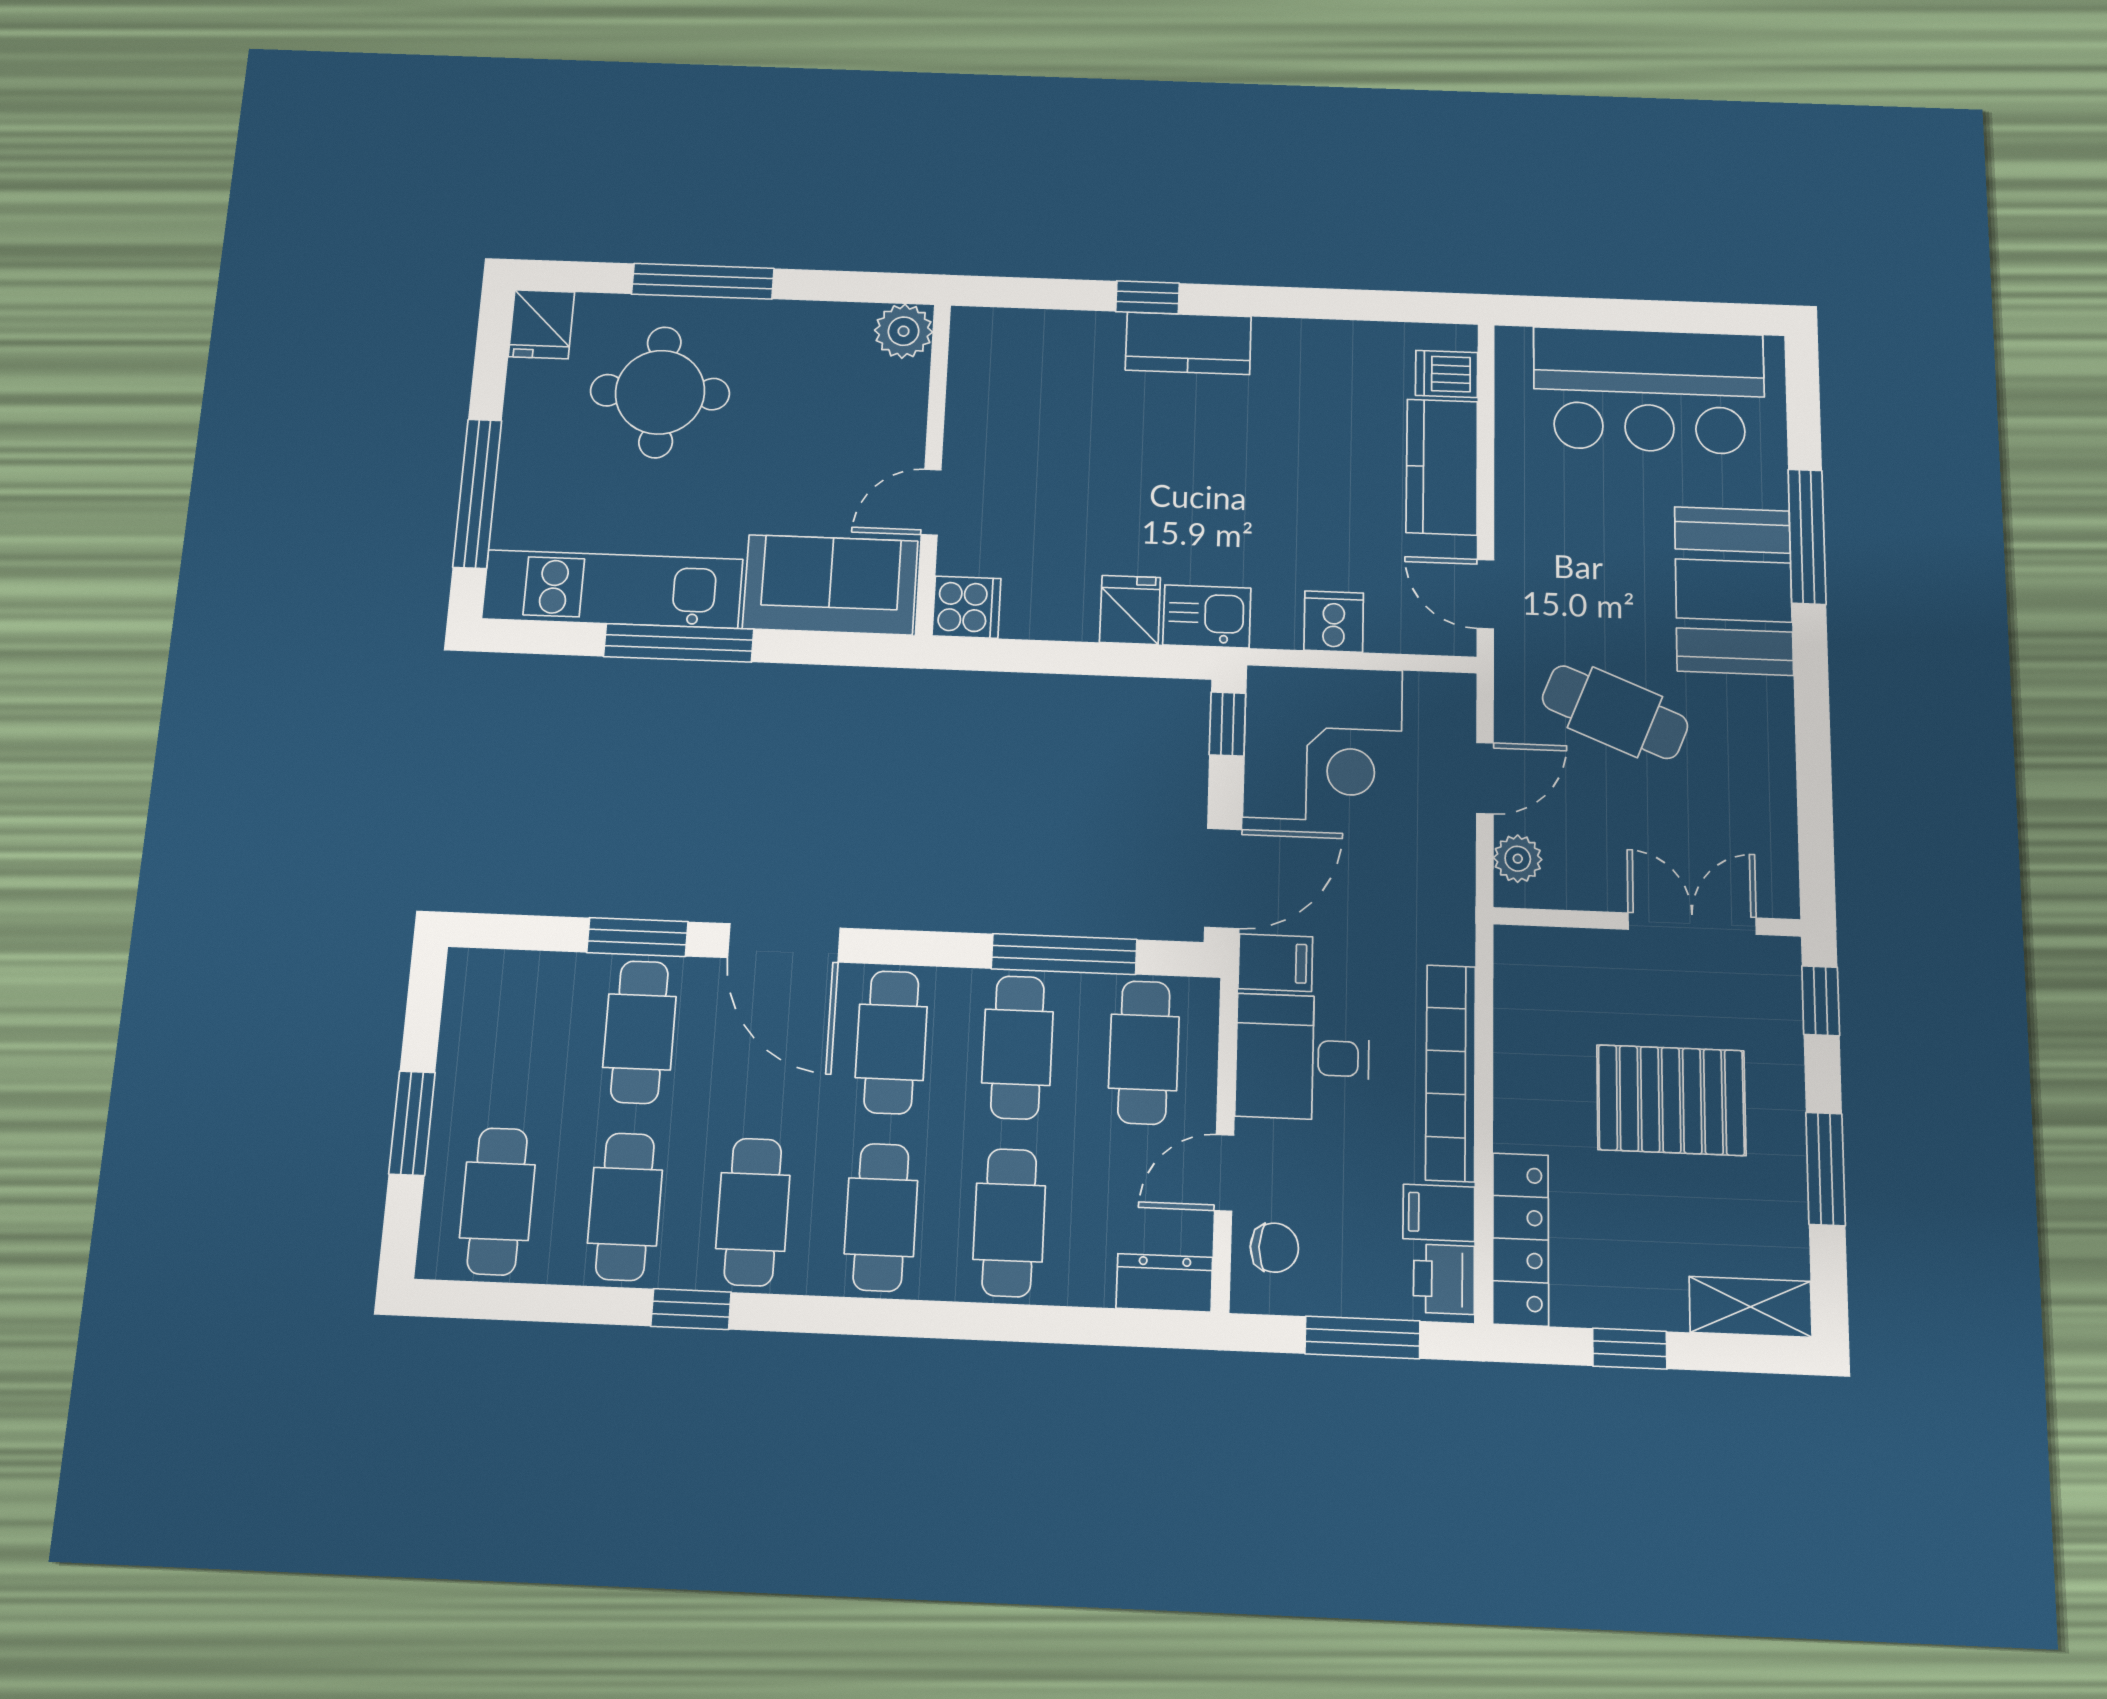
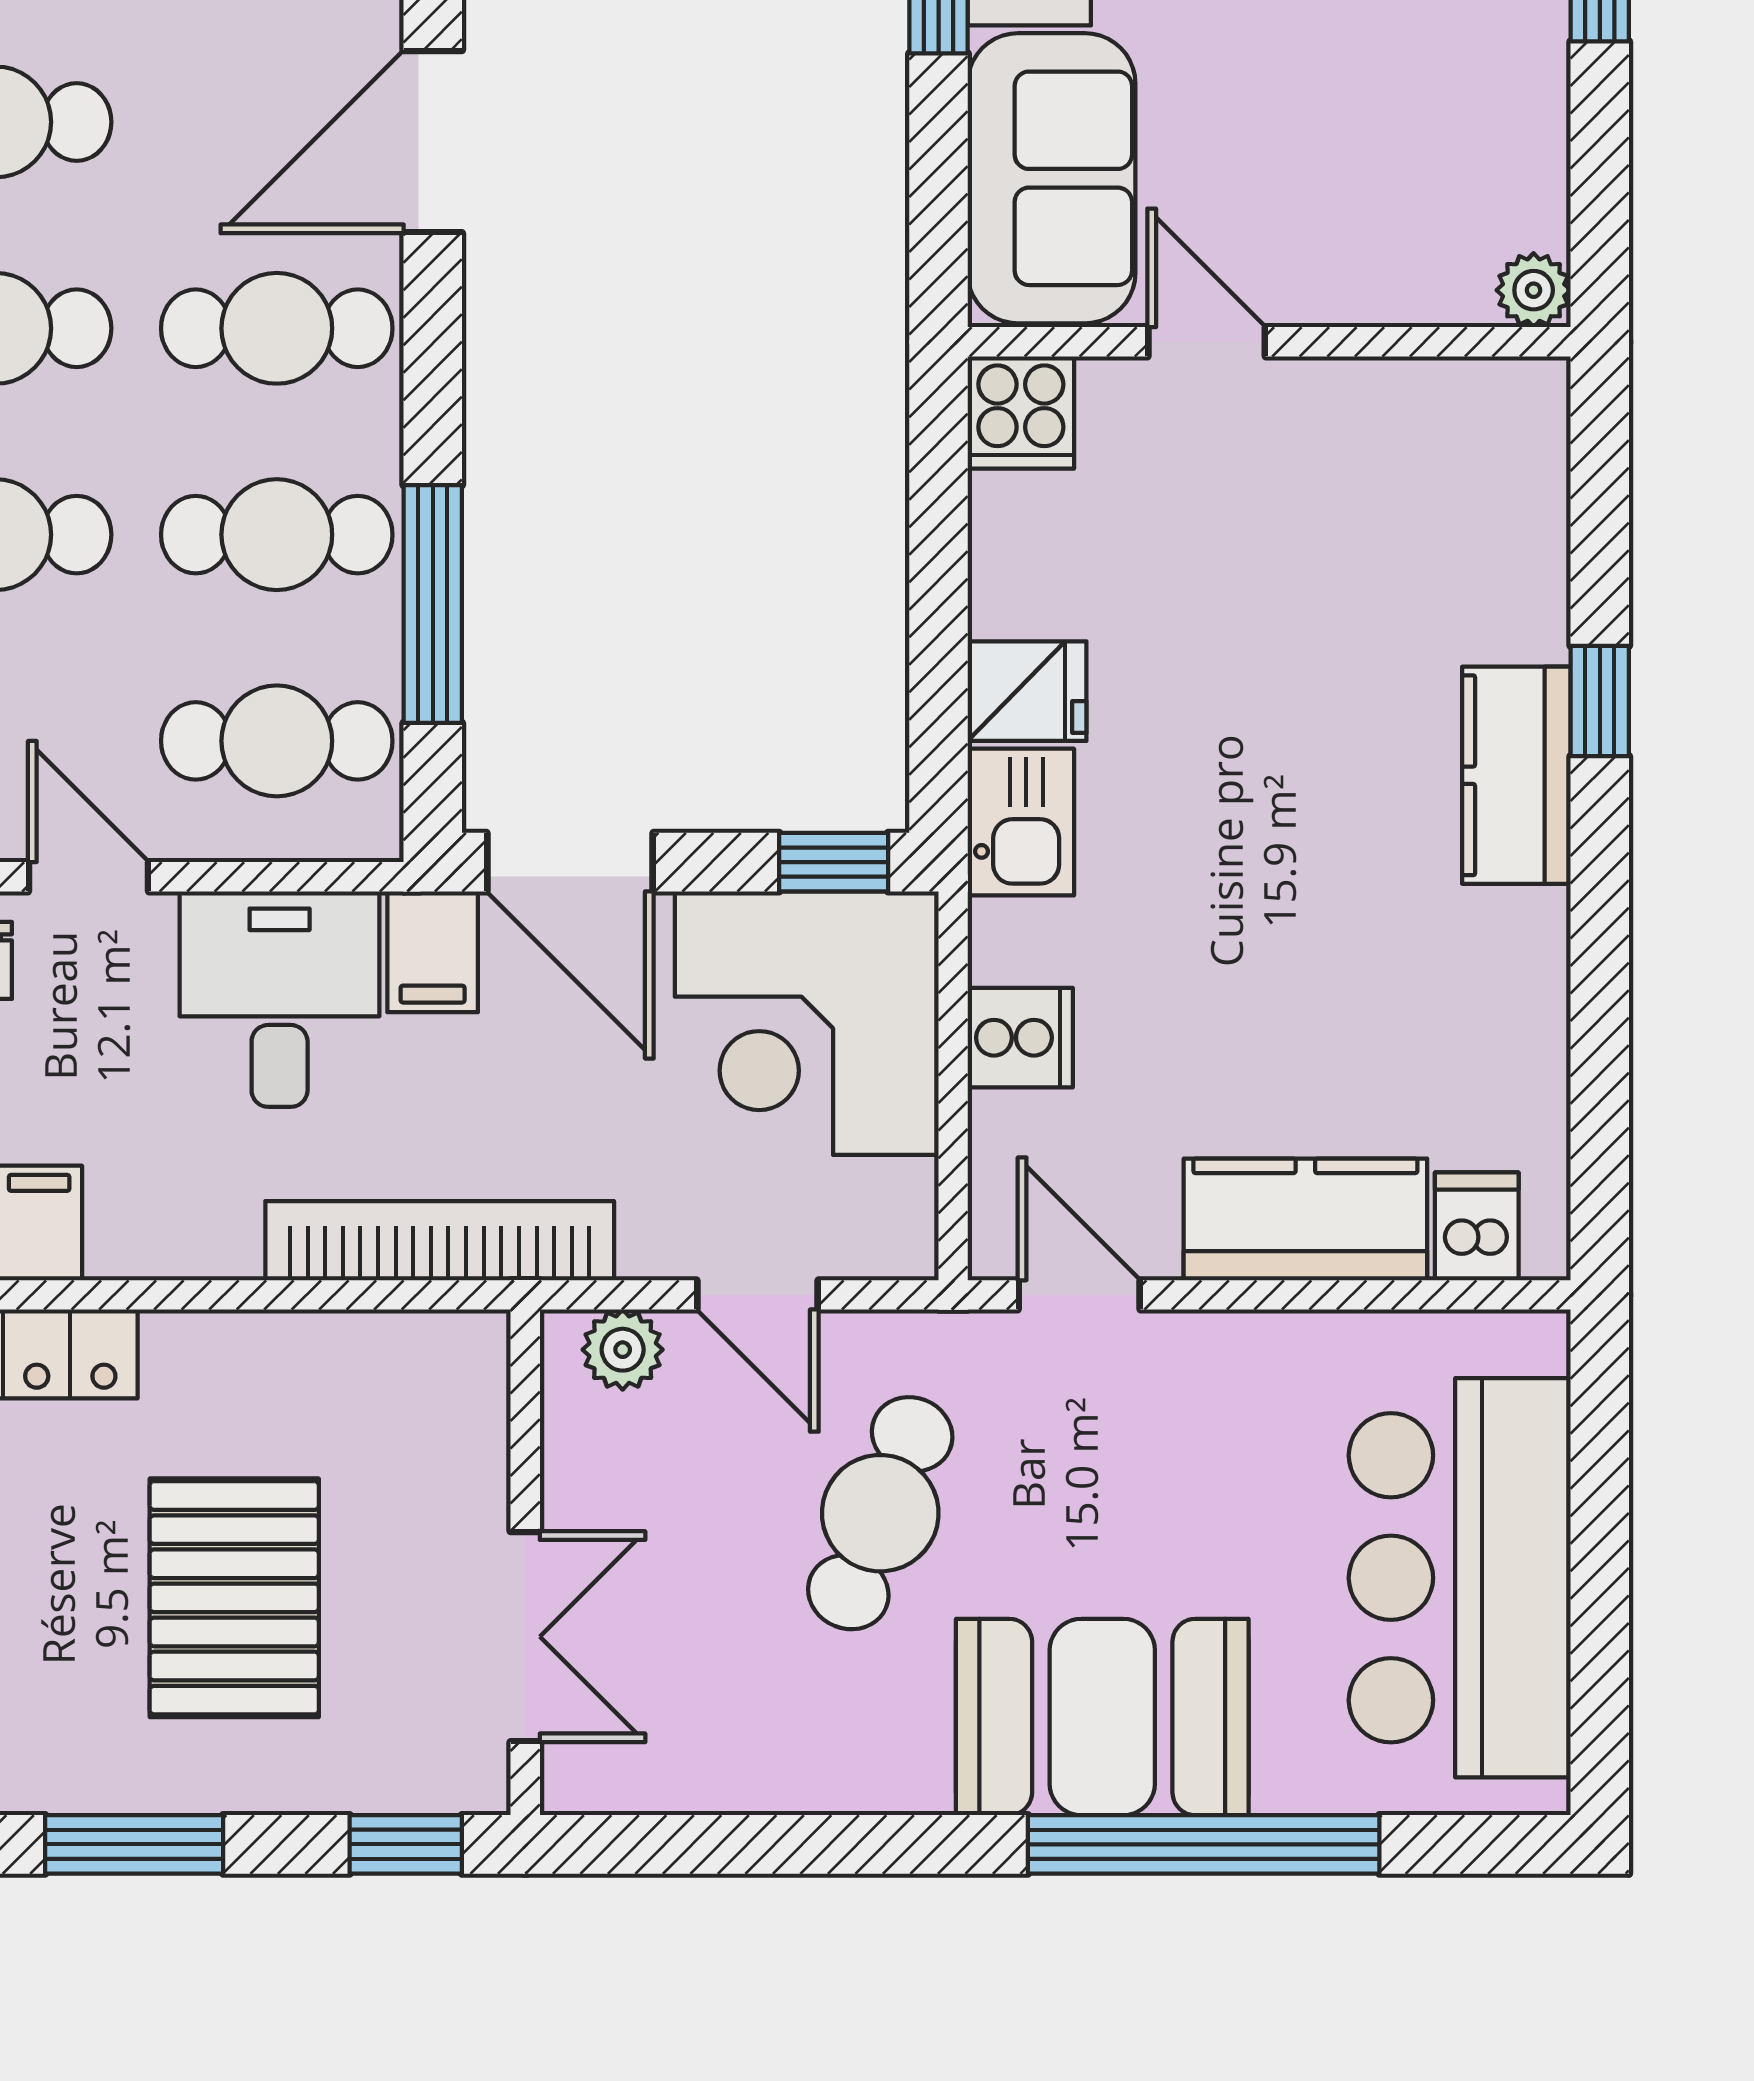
plant: (904, 331) -> (1534, 290), width x0.73, depth x0.73
window: (1807, 537) -> (1204, 1844), width x1.46
door: (1485, 594) -> (1079, 1295), hinge flipped
bookcase: (1451, 1073) -> (440, 1241), moved

